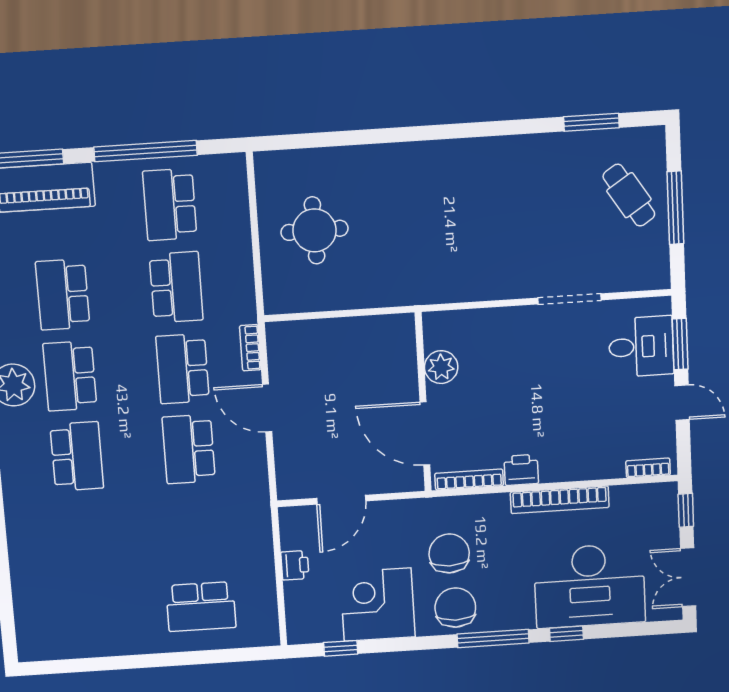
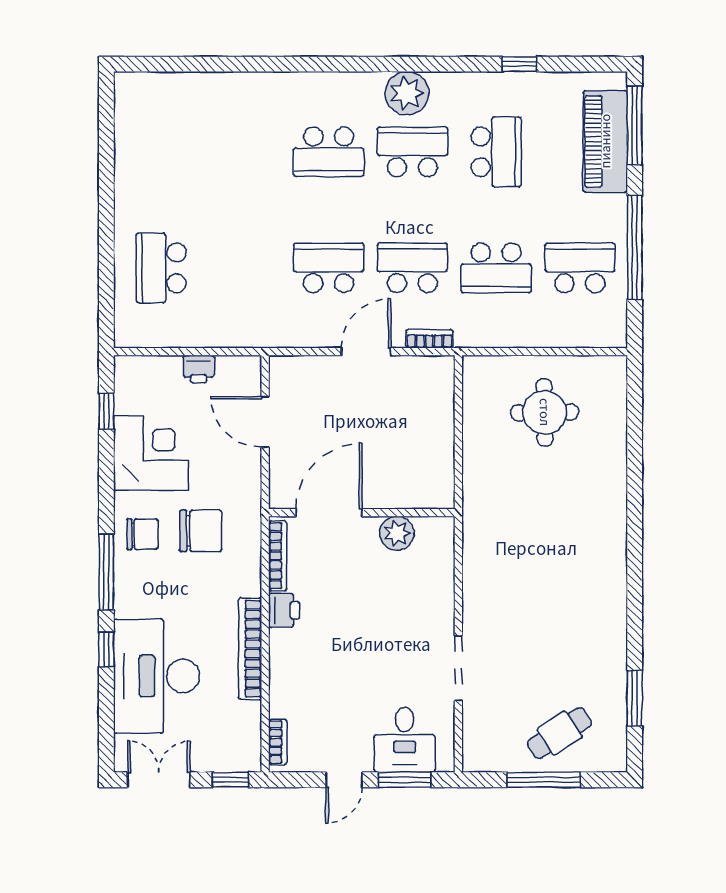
school desk: (63, 295) -> (496, 152), turned 90
chair: (455, 608) -> (142, 534), width x0.73, depth x0.73

